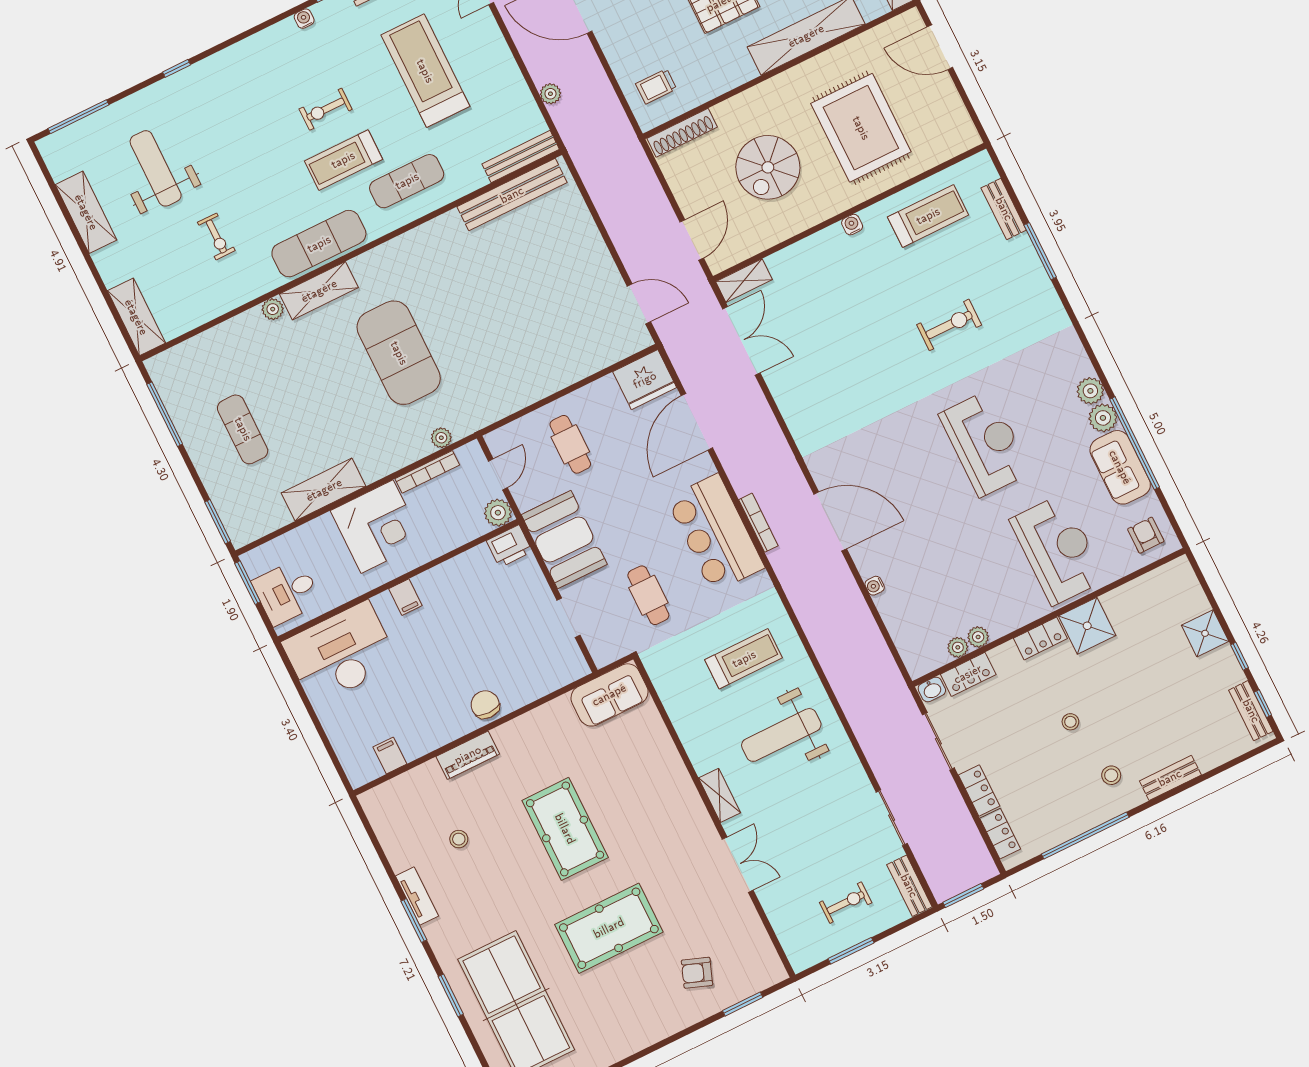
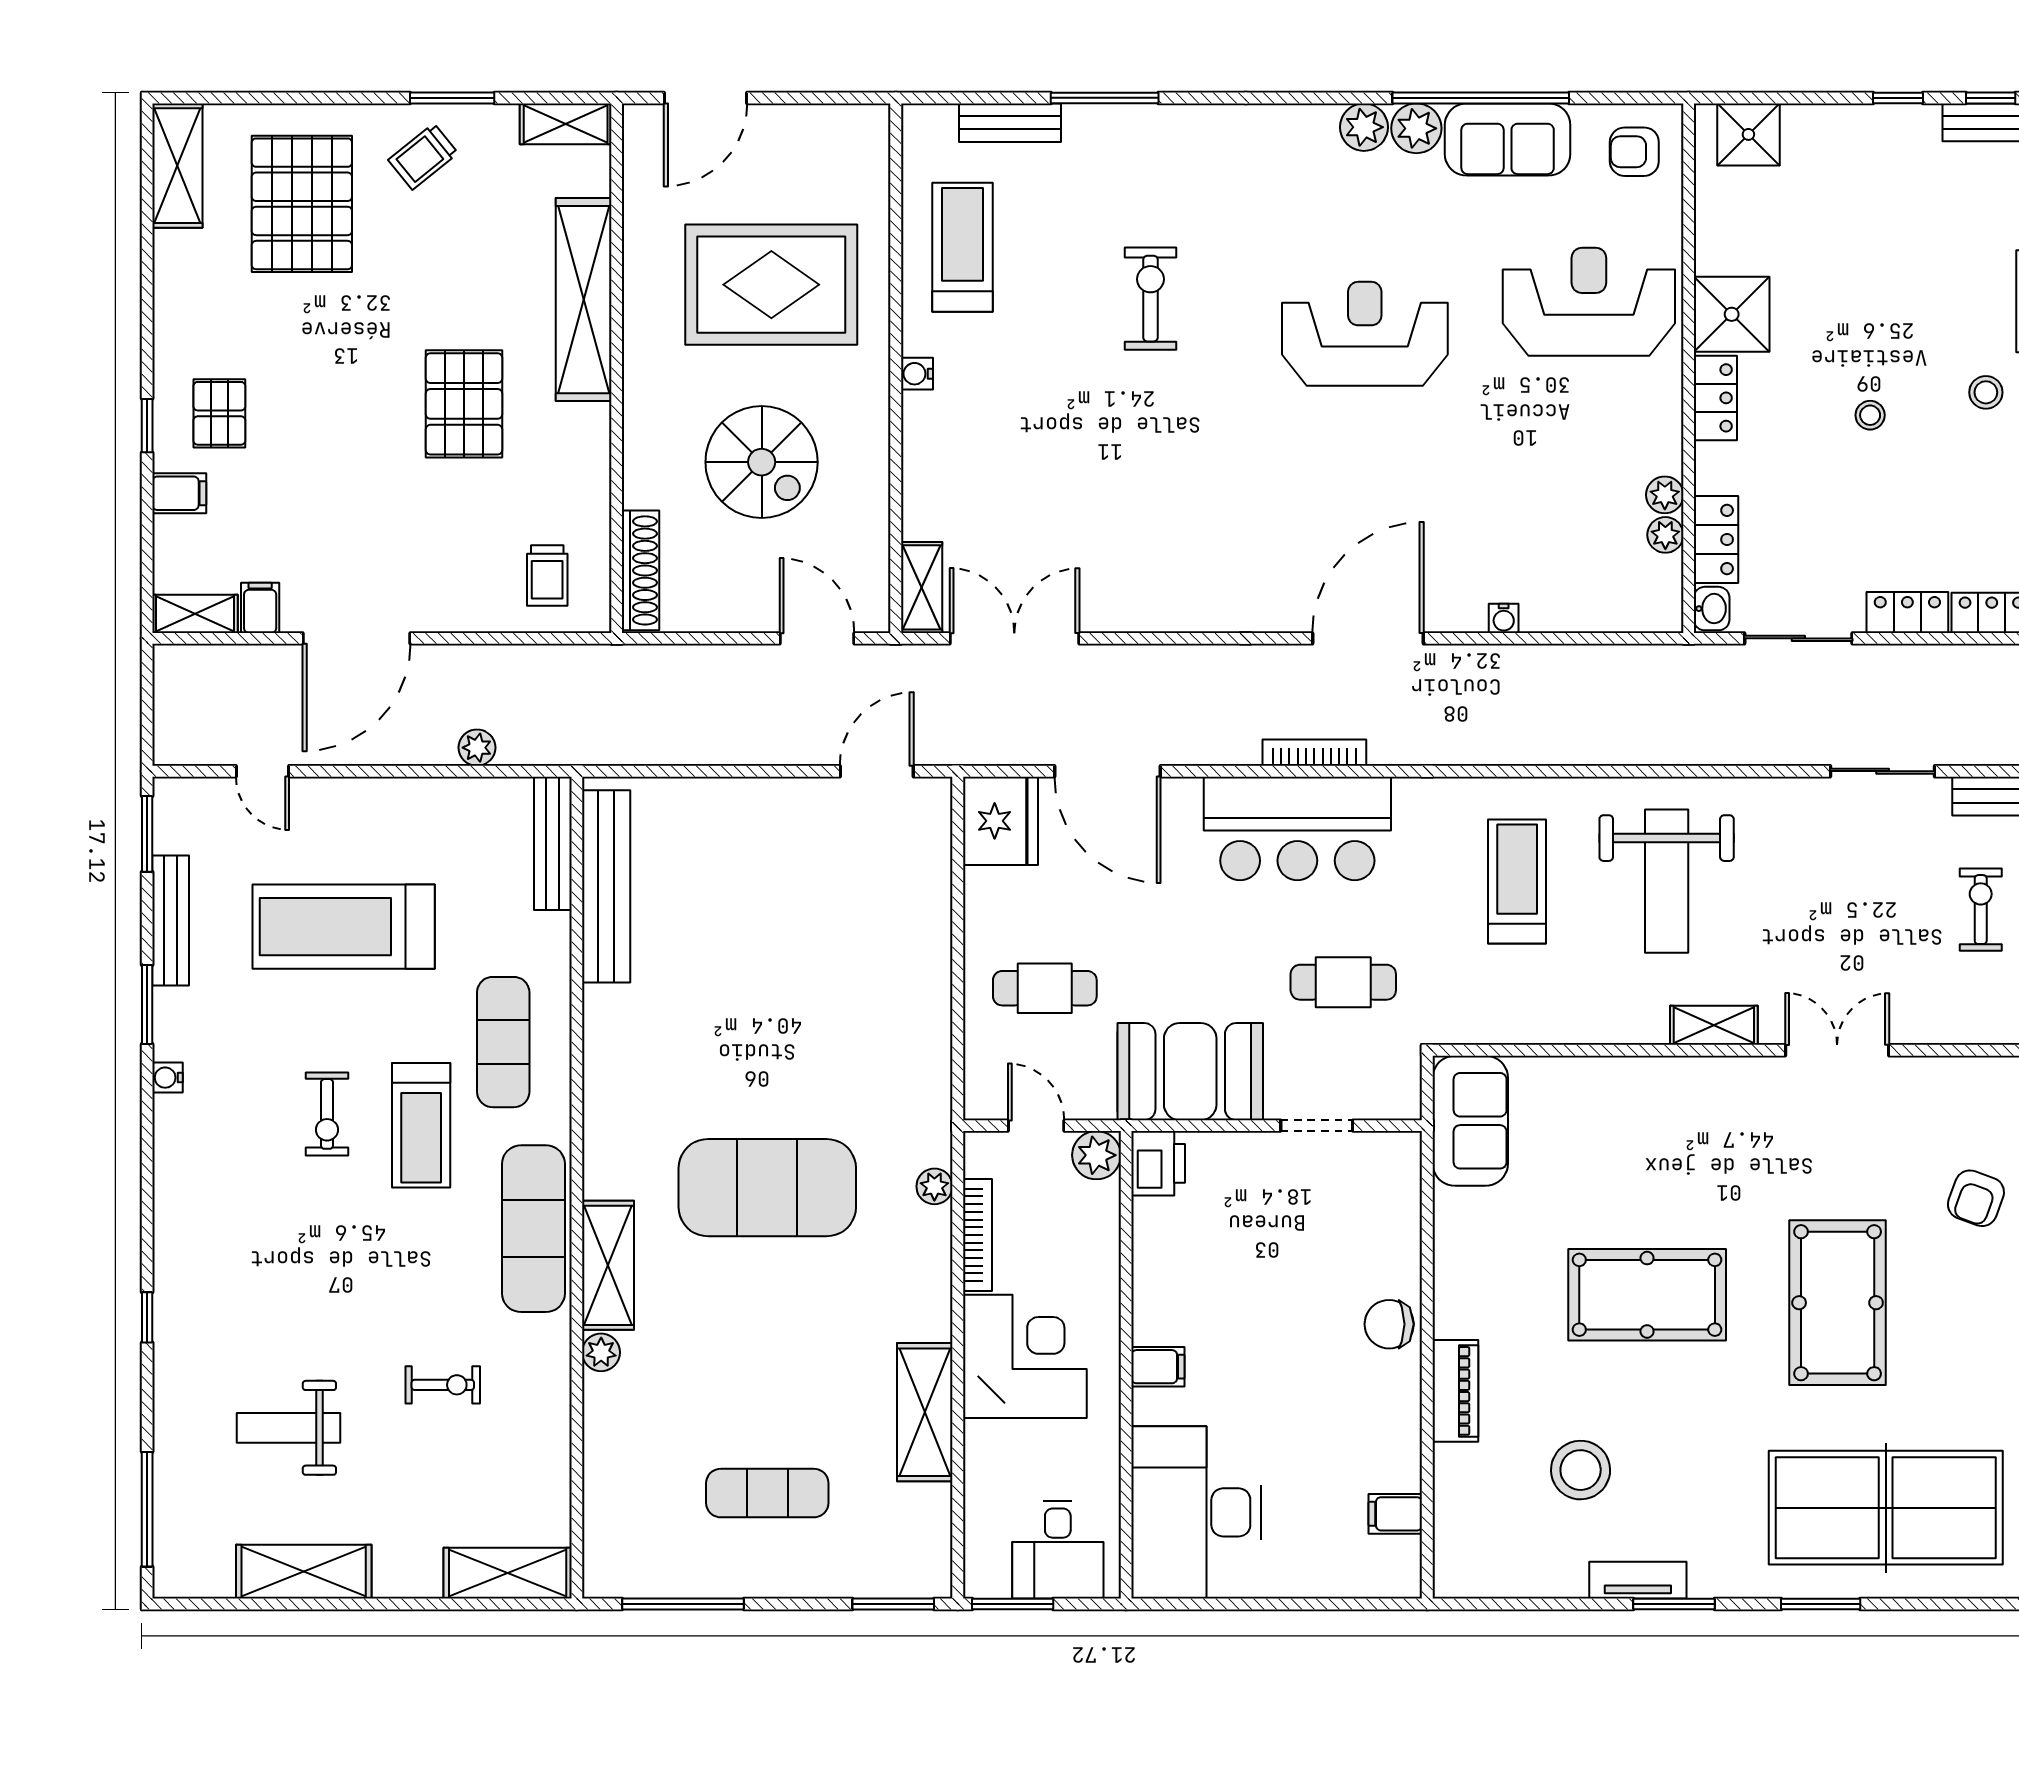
weight bench: (156, 168) -> (288, 1428), width x0.73, depth x0.75
shower: (1205, 633) -> (1748, 134), moved
stool: (459, 839) -> (1581, 1470), width x1.89, depth x1.89

